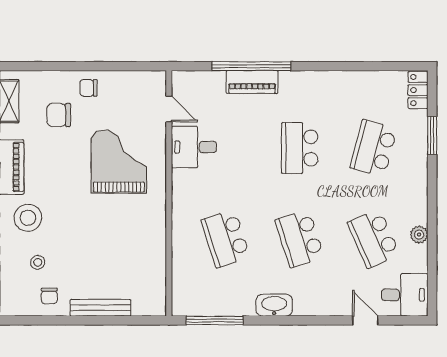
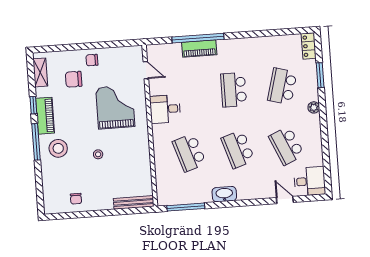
desk: (194, 147) -> (165, 109), moved
plant: (419, 235) -> (314, 107), moved
stool: (38, 262) -> (98, 154), moved
bench: (100, 308) -> (134, 202), moved

